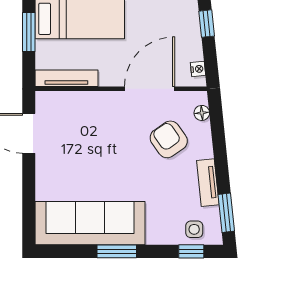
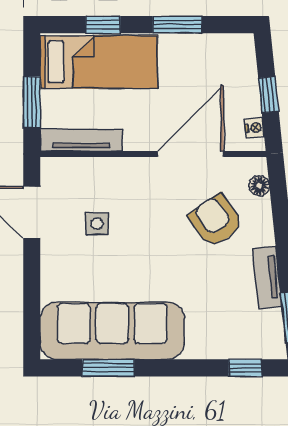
window: (207, 24) -> (268, 95), moved
window: (29, 32) -> (32, 102), moved
side table: (194, 229) -> (97, 223), moved
window: (117, 251) -> (108, 368), moved

